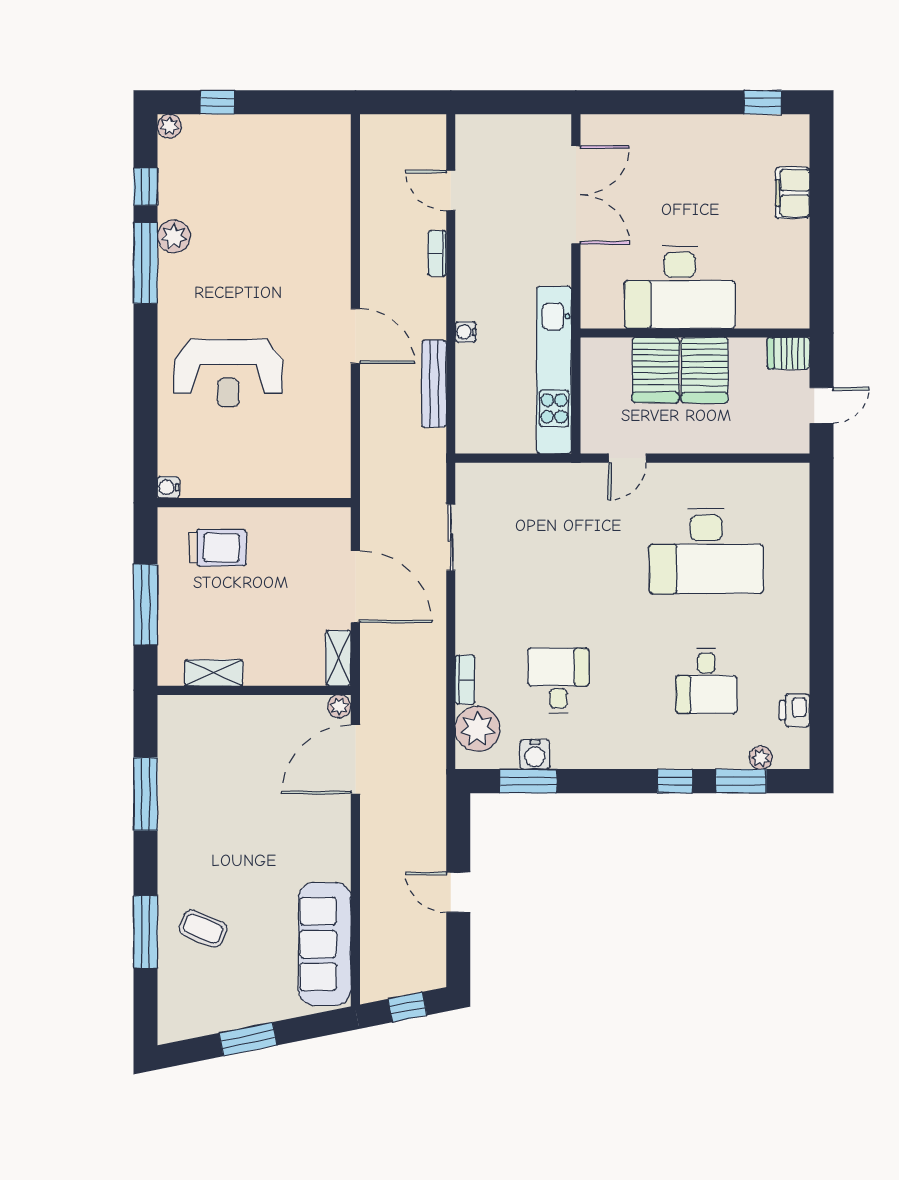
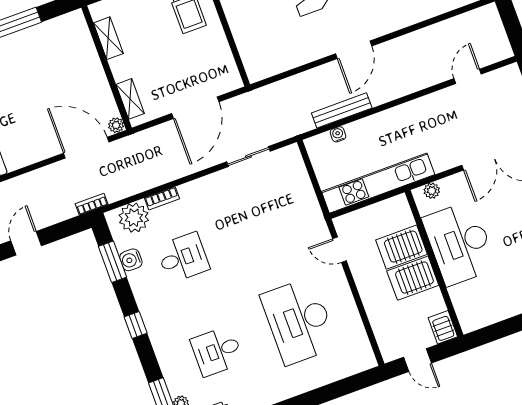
bookcase: (437, 253) -> (92, 204), moved
plant: (592, 299) -> (432, 191), added
water cooler: (466, 332) -> (338, 134), moved
shelving: (338, 658) -> (130, 99), moved, turned 90
window: (675, 781) -> (136, 325), moved

